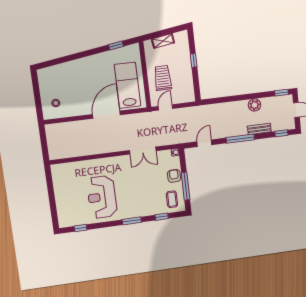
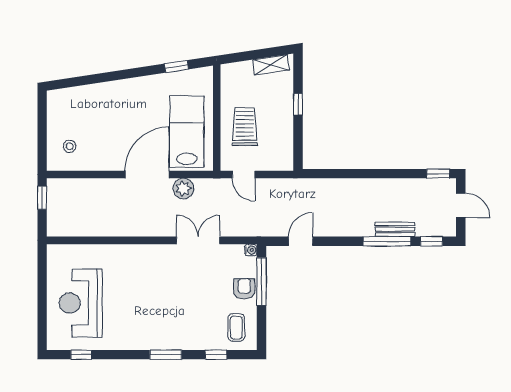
shelving: (163, 41) -> (271, 65), moved
plant: (254, 105) -> (183, 189), moved
door: (165, 107) -> (243, 175), swing flipped
window: (43, 137) -> (42, 198), added
window: (240, 139) -> (387, 241), moved
double door: (143, 151) -> (198, 240), swing flipped
window: (186, 186) -> (261, 282), moved
reception desk: (102, 197) -> (81, 303), moved

